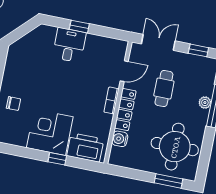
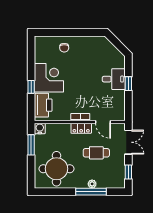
locker: (125, 110) -> (81, 128), width x0.66
water cooler: (120, 139) -> (40, 128), moved
window: (168, 181) -> (31, 145), moved

